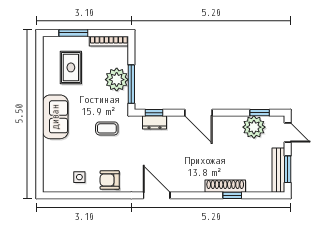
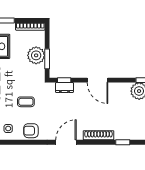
window: (131, 84) -> (47, 59), width x0.69
coffee table: (107, 128) -> (26, 102), moved
shoe rack: (225, 186) -> (98, 135), moved
door: (157, 195) -> (66, 142), hinge flipped

